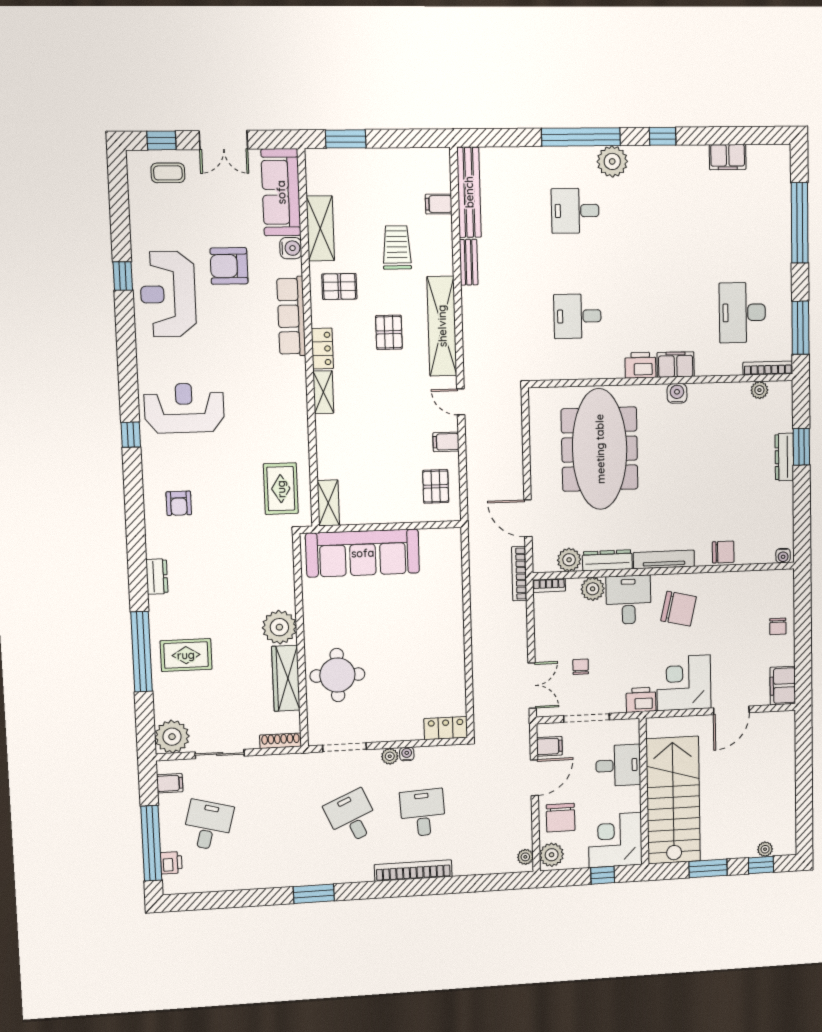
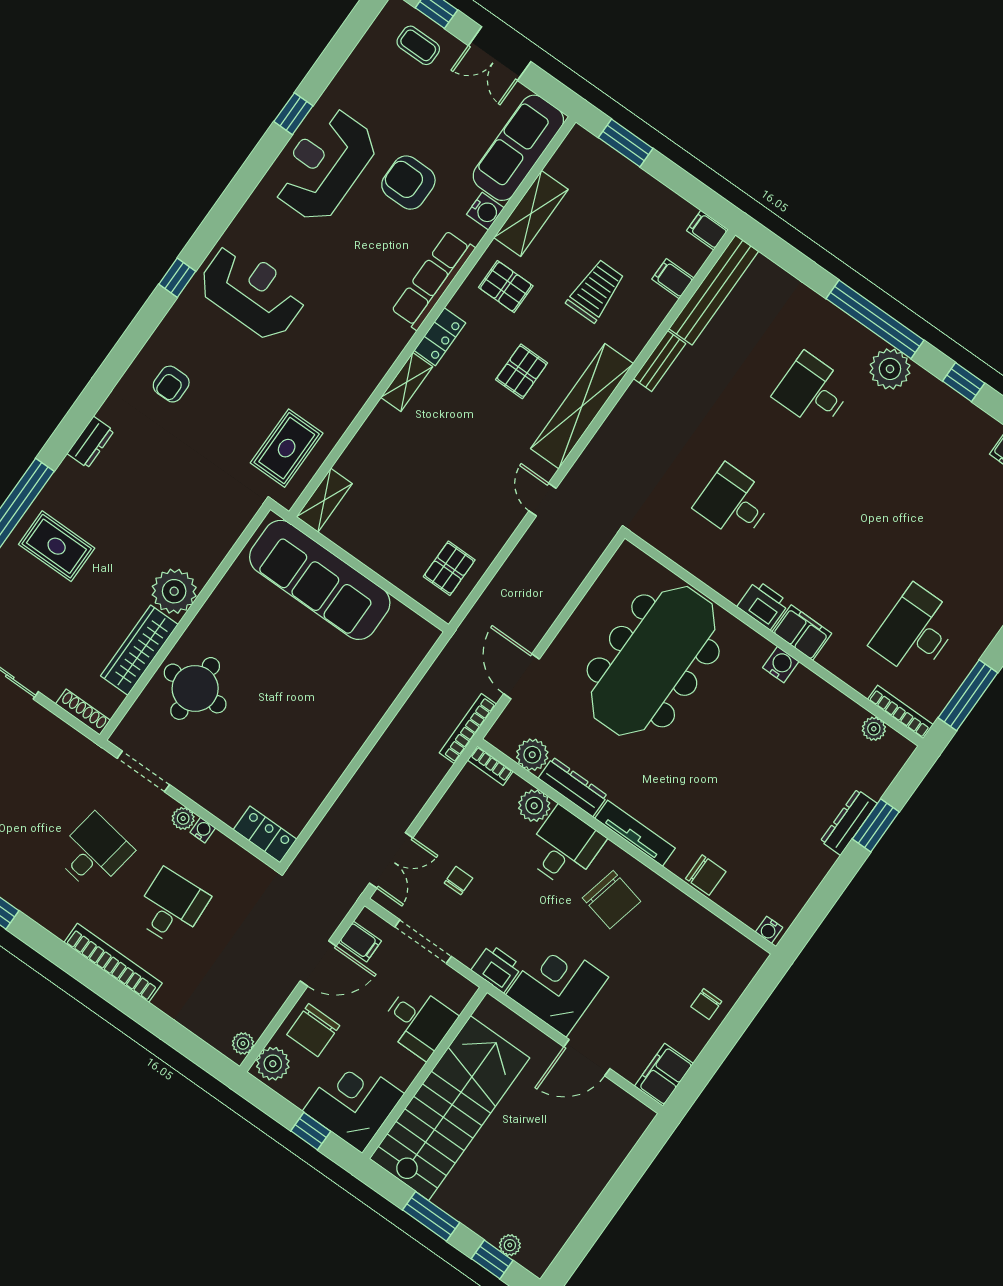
filing cabinet: (446, 442) -> (707, 230), moved
desk: (352, 817) -> (94, 853), turned 33

